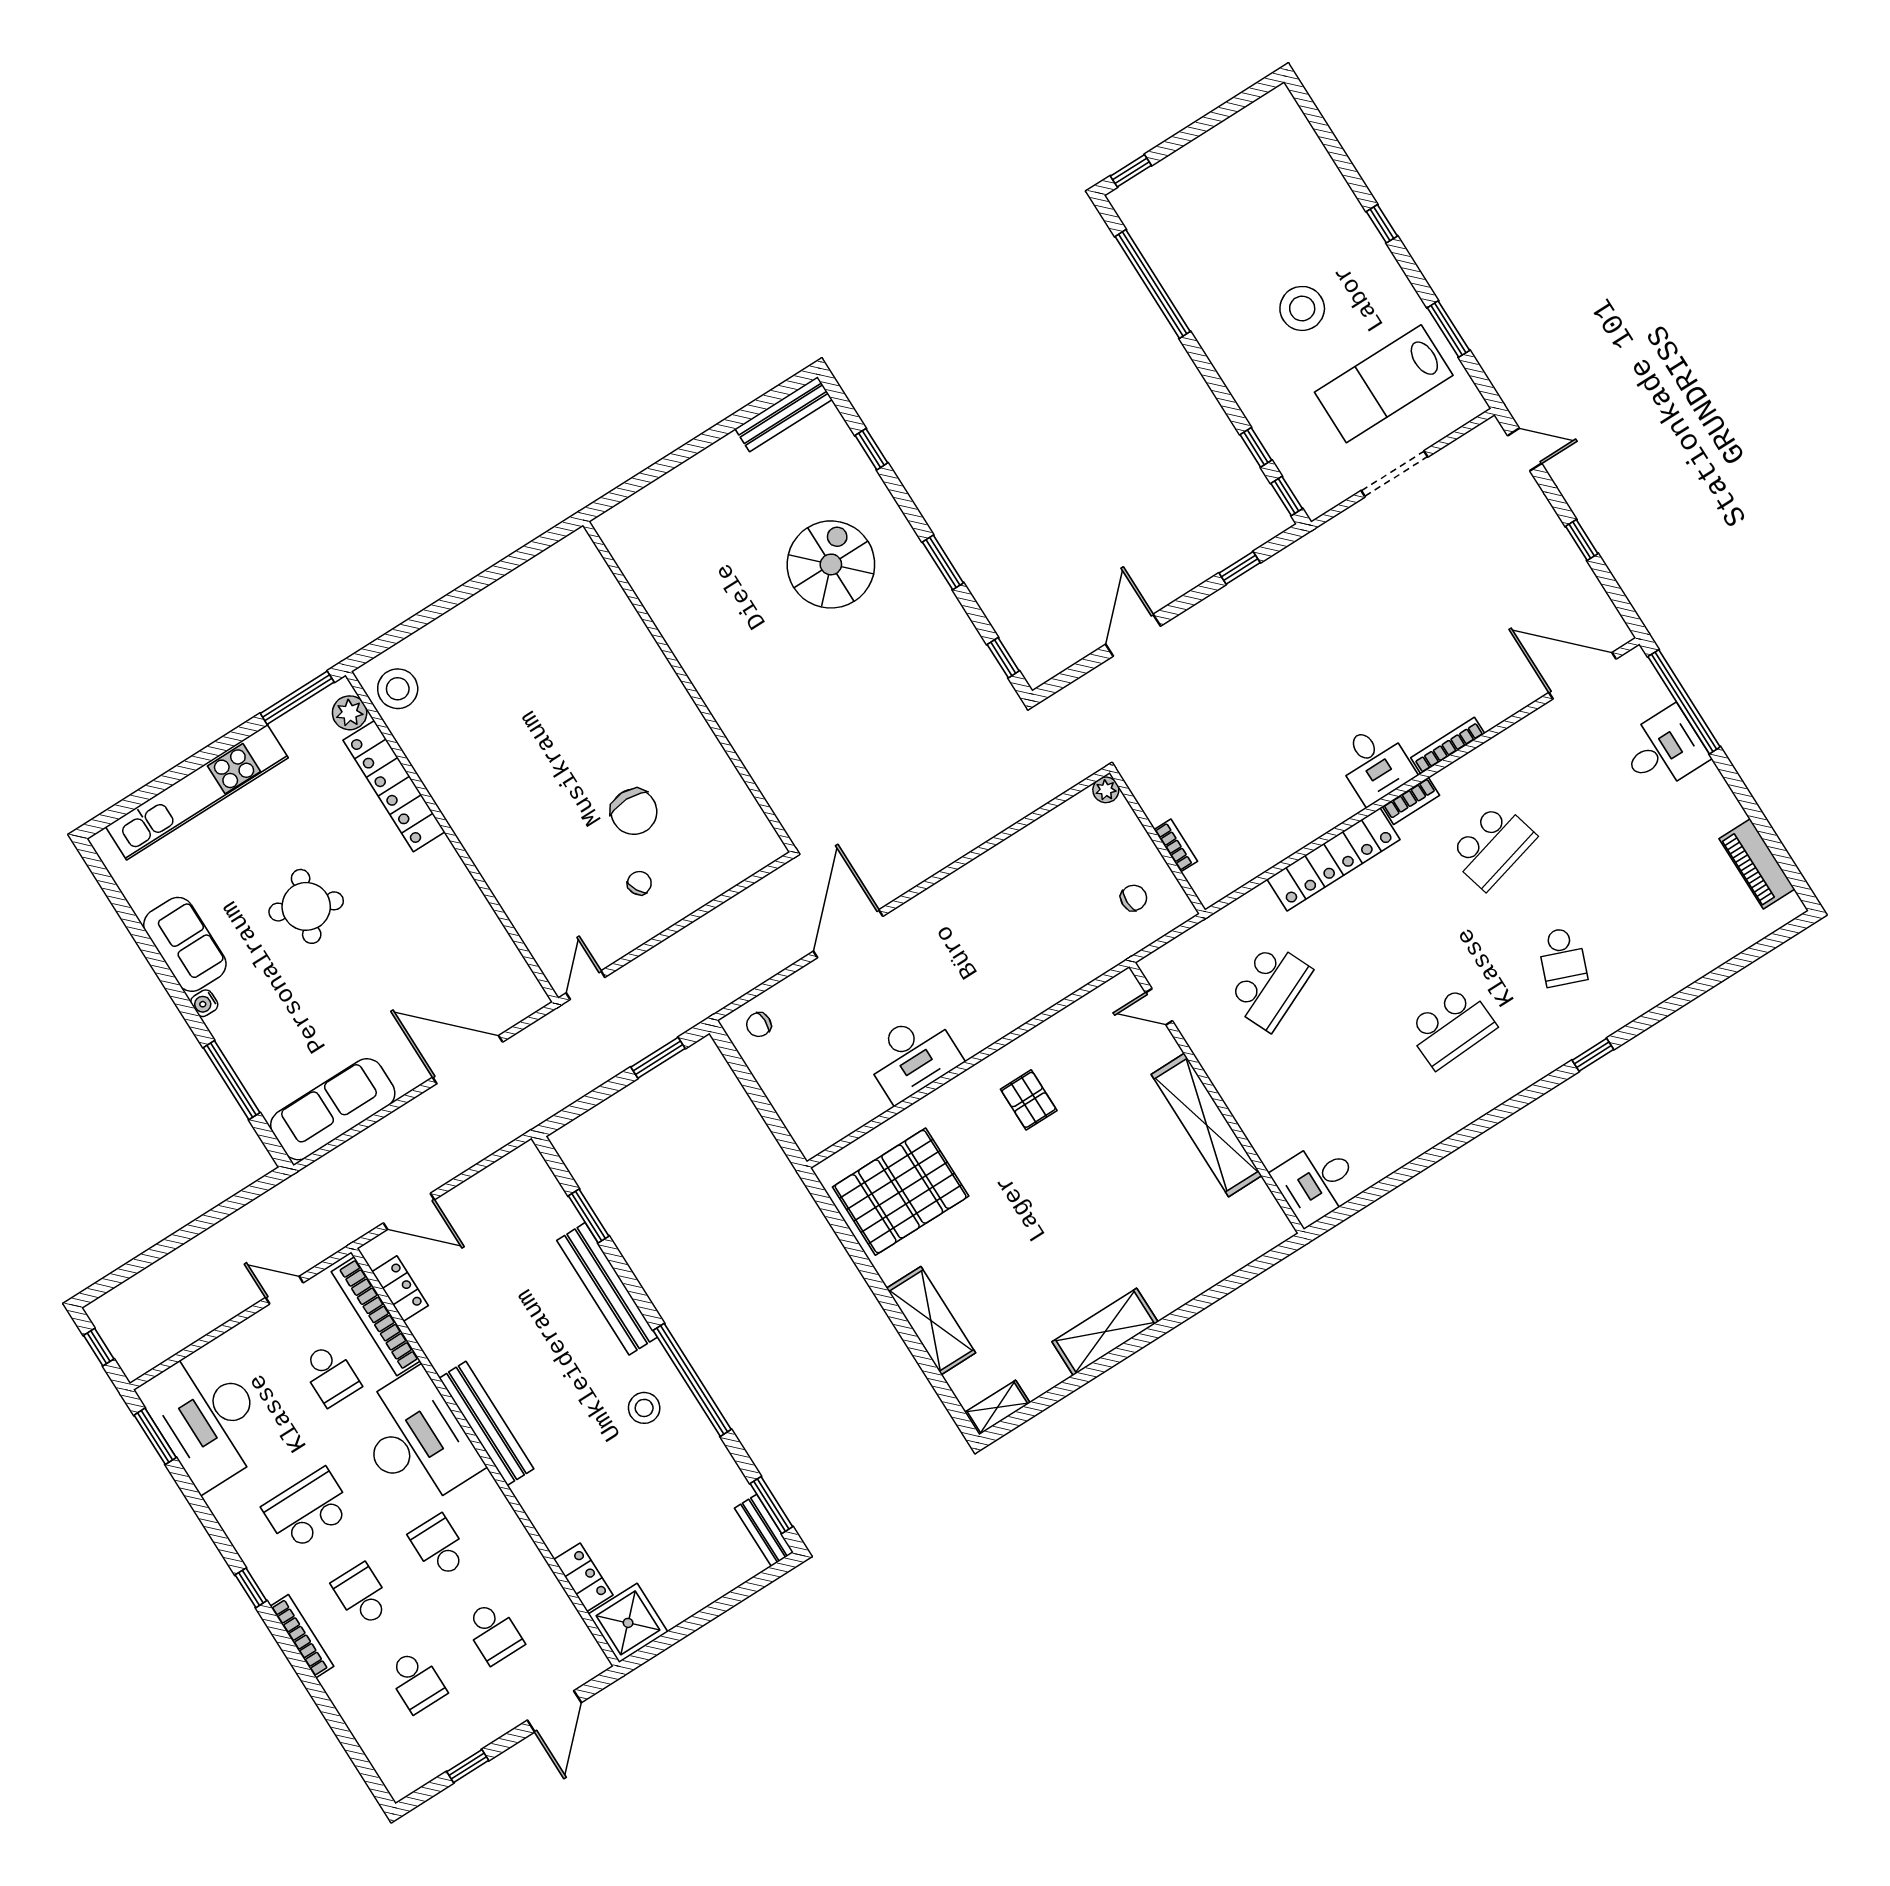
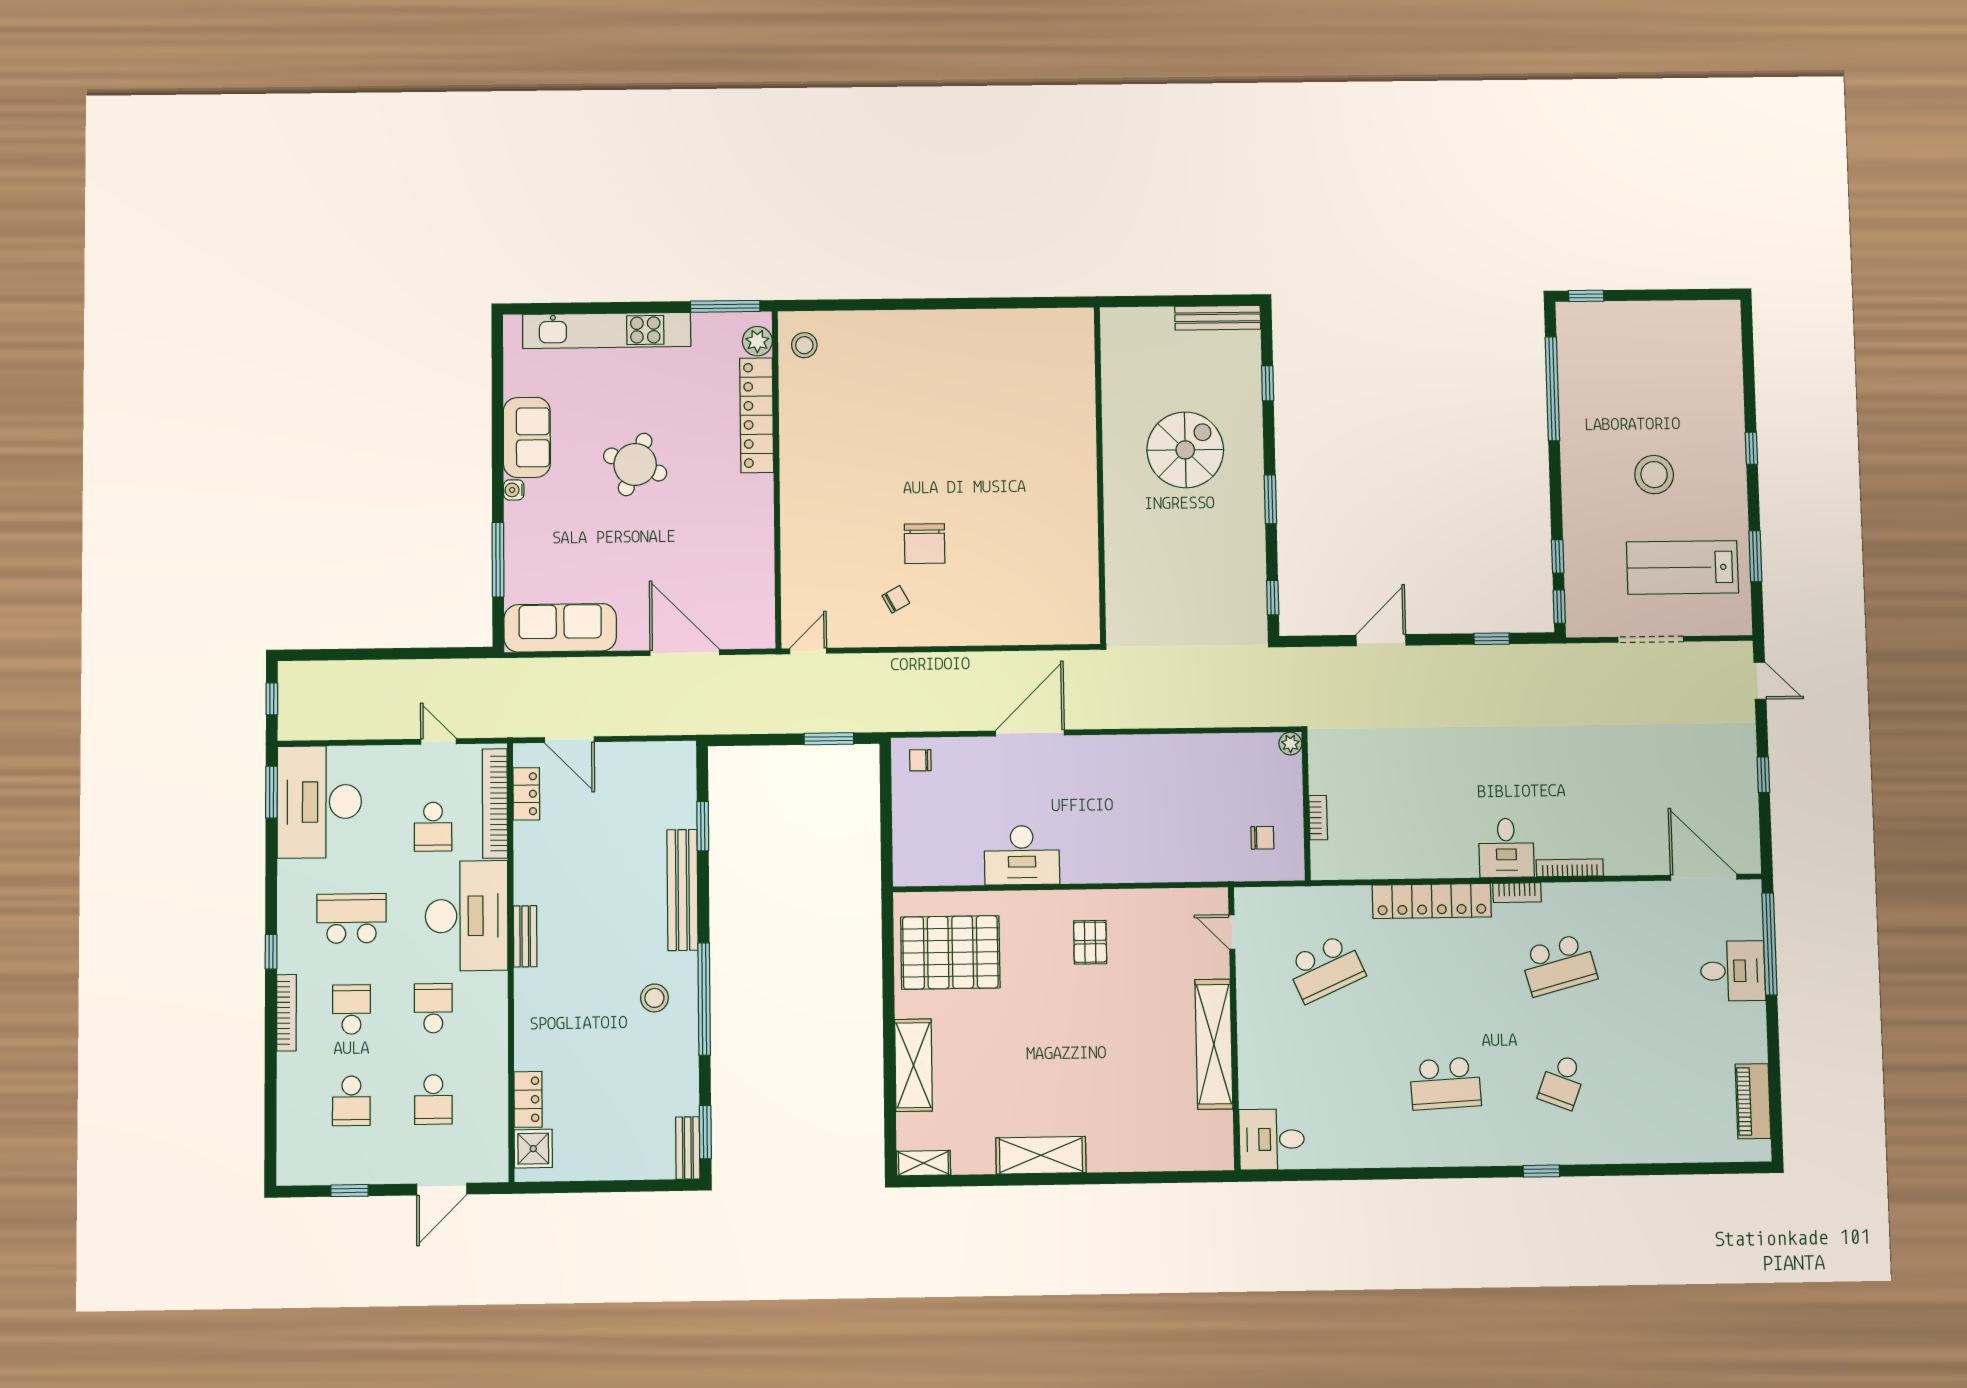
wall: (689, 687) -> (1100, 475), moved
stool: (398, 689) -> (804, 345), width x0.73, depth x0.73
bench: (486, 1423) -> (525, 936), width x0.54, depth x0.82
shower: (628, 1623) -> (533, 1149), width x0.73, depth x0.73

